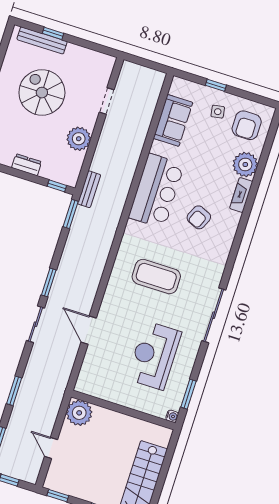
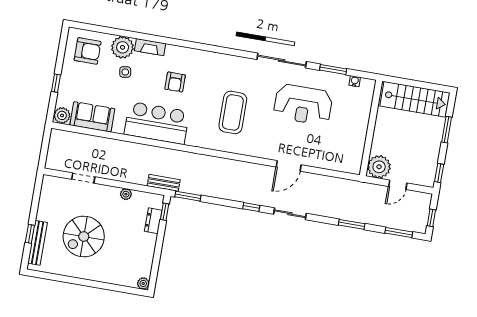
plant: (179, 87) -> (62, 115), added
side table: (218, 112) -> (125, 72), moved
plant: (79, 139) -> (126, 194), width x0.53, depth x0.53
dresser: (27, 165) -> (153, 221), moved
armchair: (199, 217) -> (175, 82), turned 66
window: (49, 282) -> (251, 207), width x0.67
sliding door: (214, 315) -> (282, 61), moved
wall: (123, 410) -> (371, 128), moved
plant: (79, 413) -> (379, 167), moved

